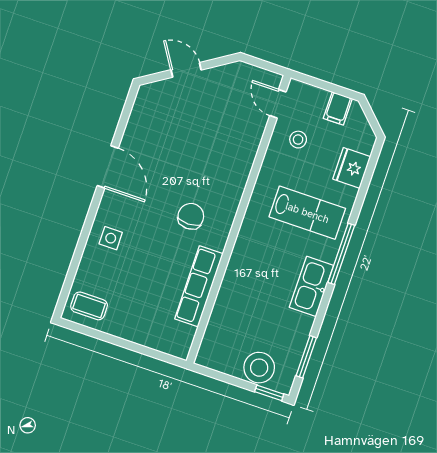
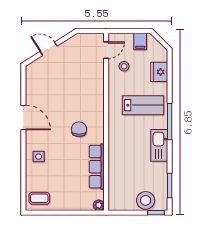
door: (278, 104) -> (106, 50), swing flipped
plant: (181, 350) -> (99, 205), added

